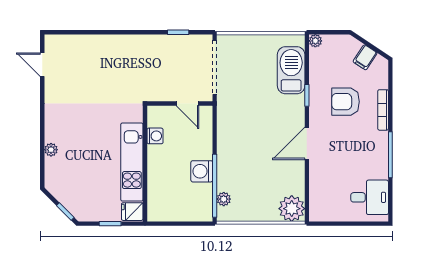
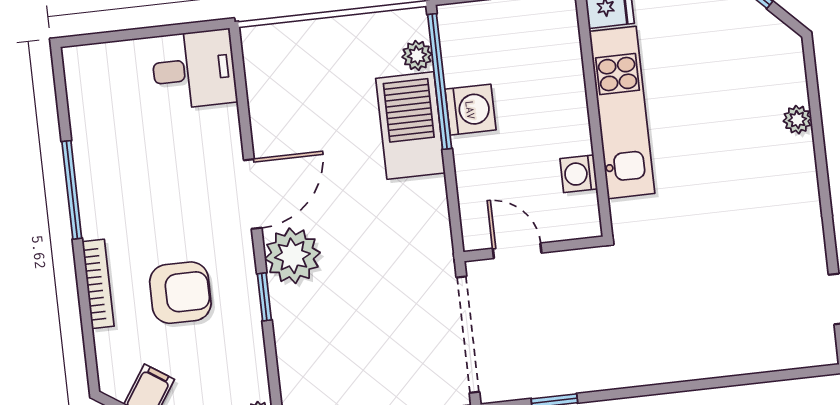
barbecue: (291, 70) -> (410, 126), moved, turned 180
desk: (370, 197) -> (194, 69), moved, turned 180
plant: (292, 209) -> (292, 256), moved

